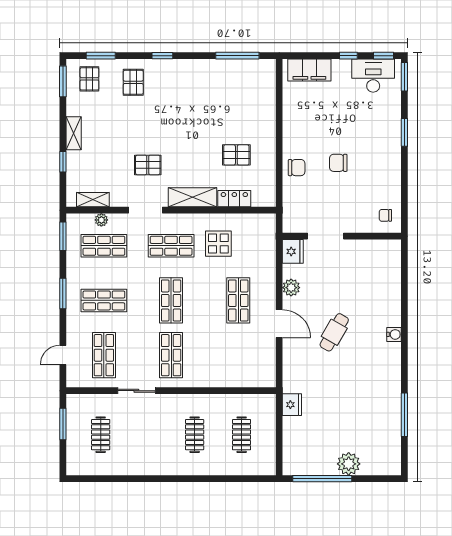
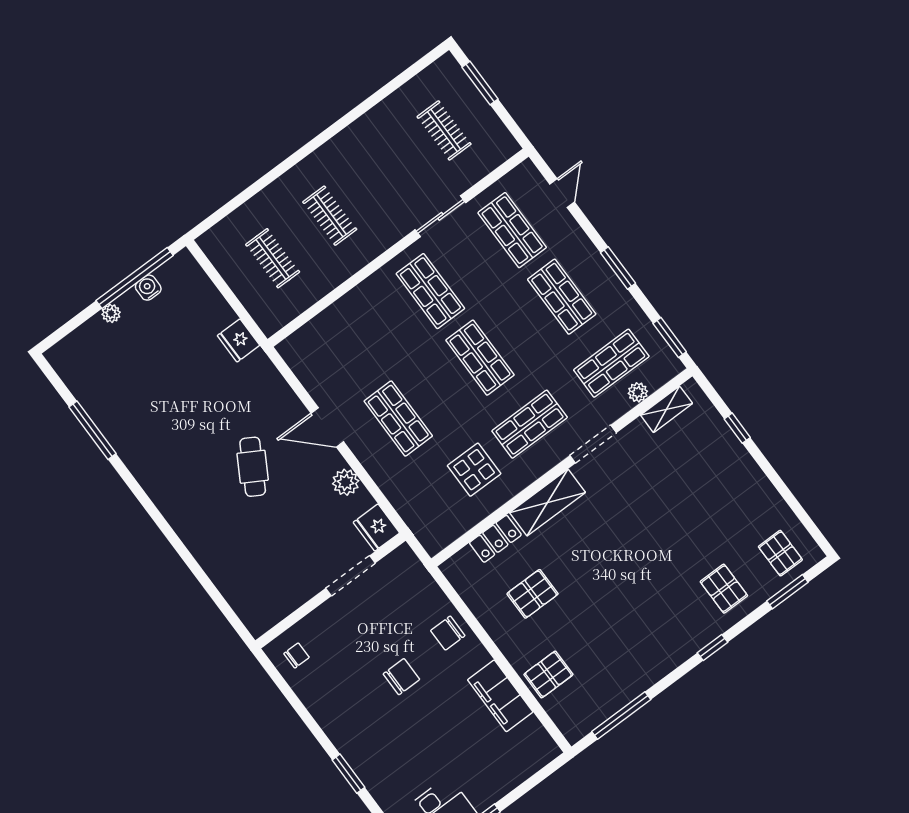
filing cabinet: (309, 70) -> (500, 696), moved, turned -90
window: (63, 81) -> (810, 526), removed
shelving: (74, 133) -> (750, 473), removed
pallet: (148, 165) -> (548, 674), moved
shop shelf: (104, 300) -> (562, 297), turned 90
water cooler: (394, 334) -> (148, 288), moved, turned 90
window: (63, 424) -> (480, 83), moved
plant: (349, 464) -> (111, 313), width x0.53, depth x0.53

